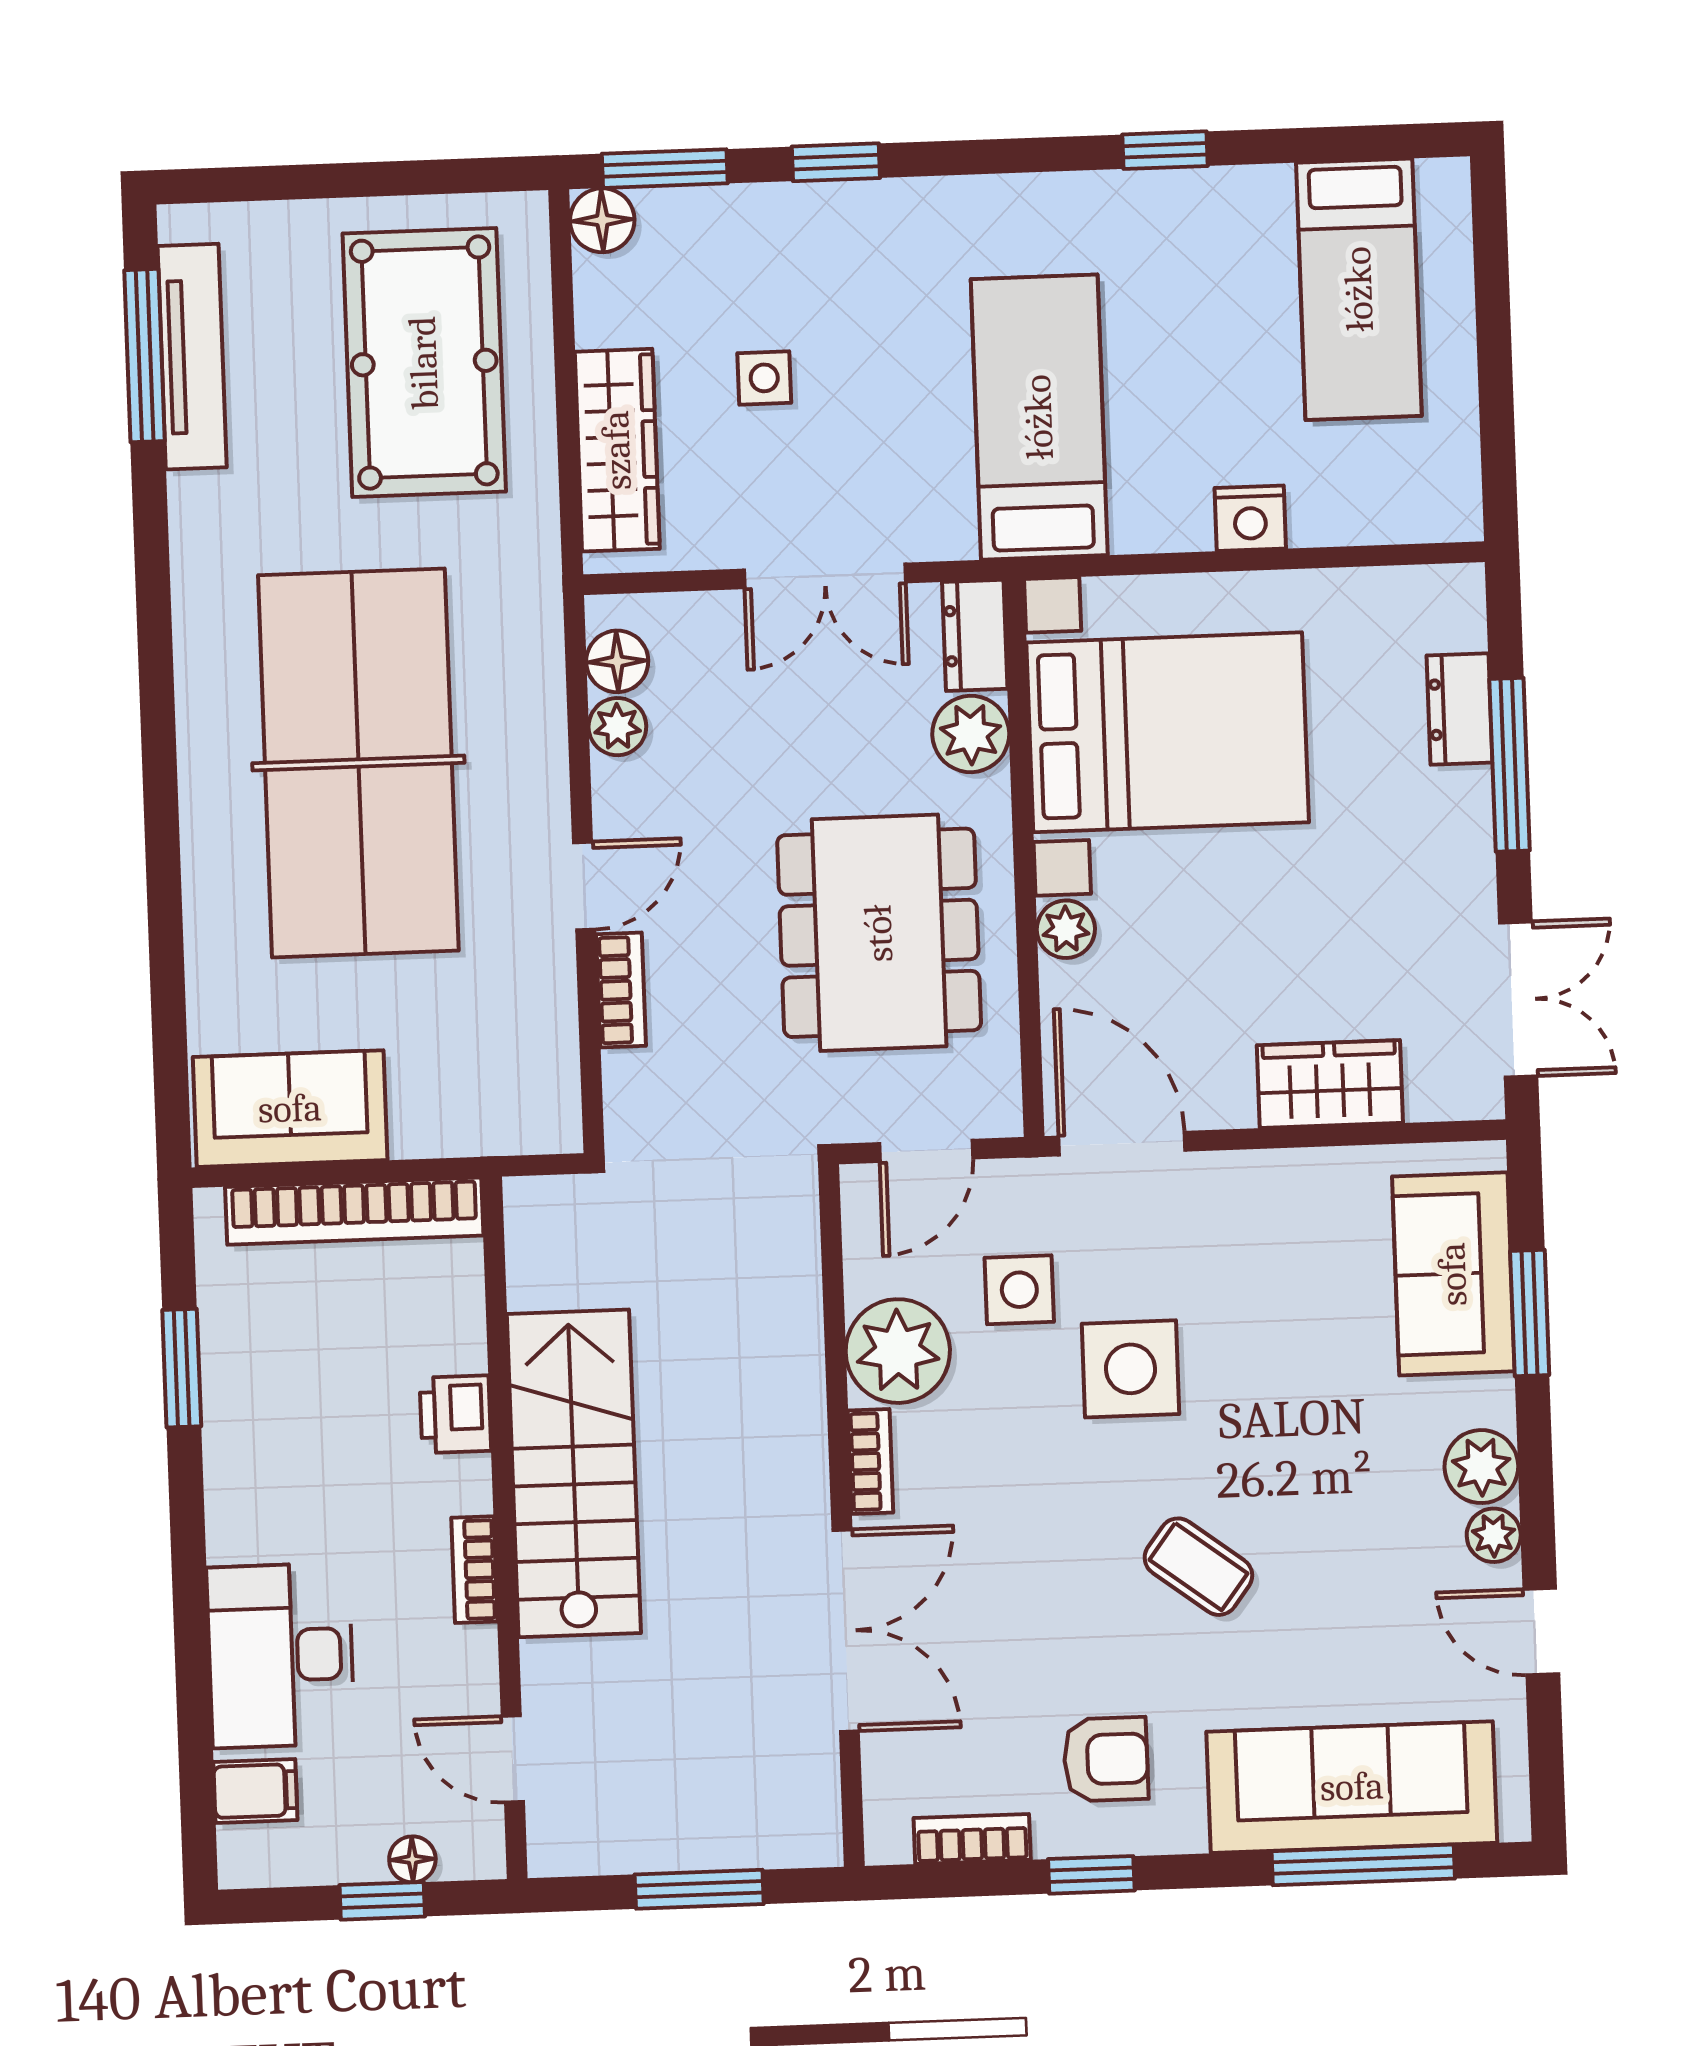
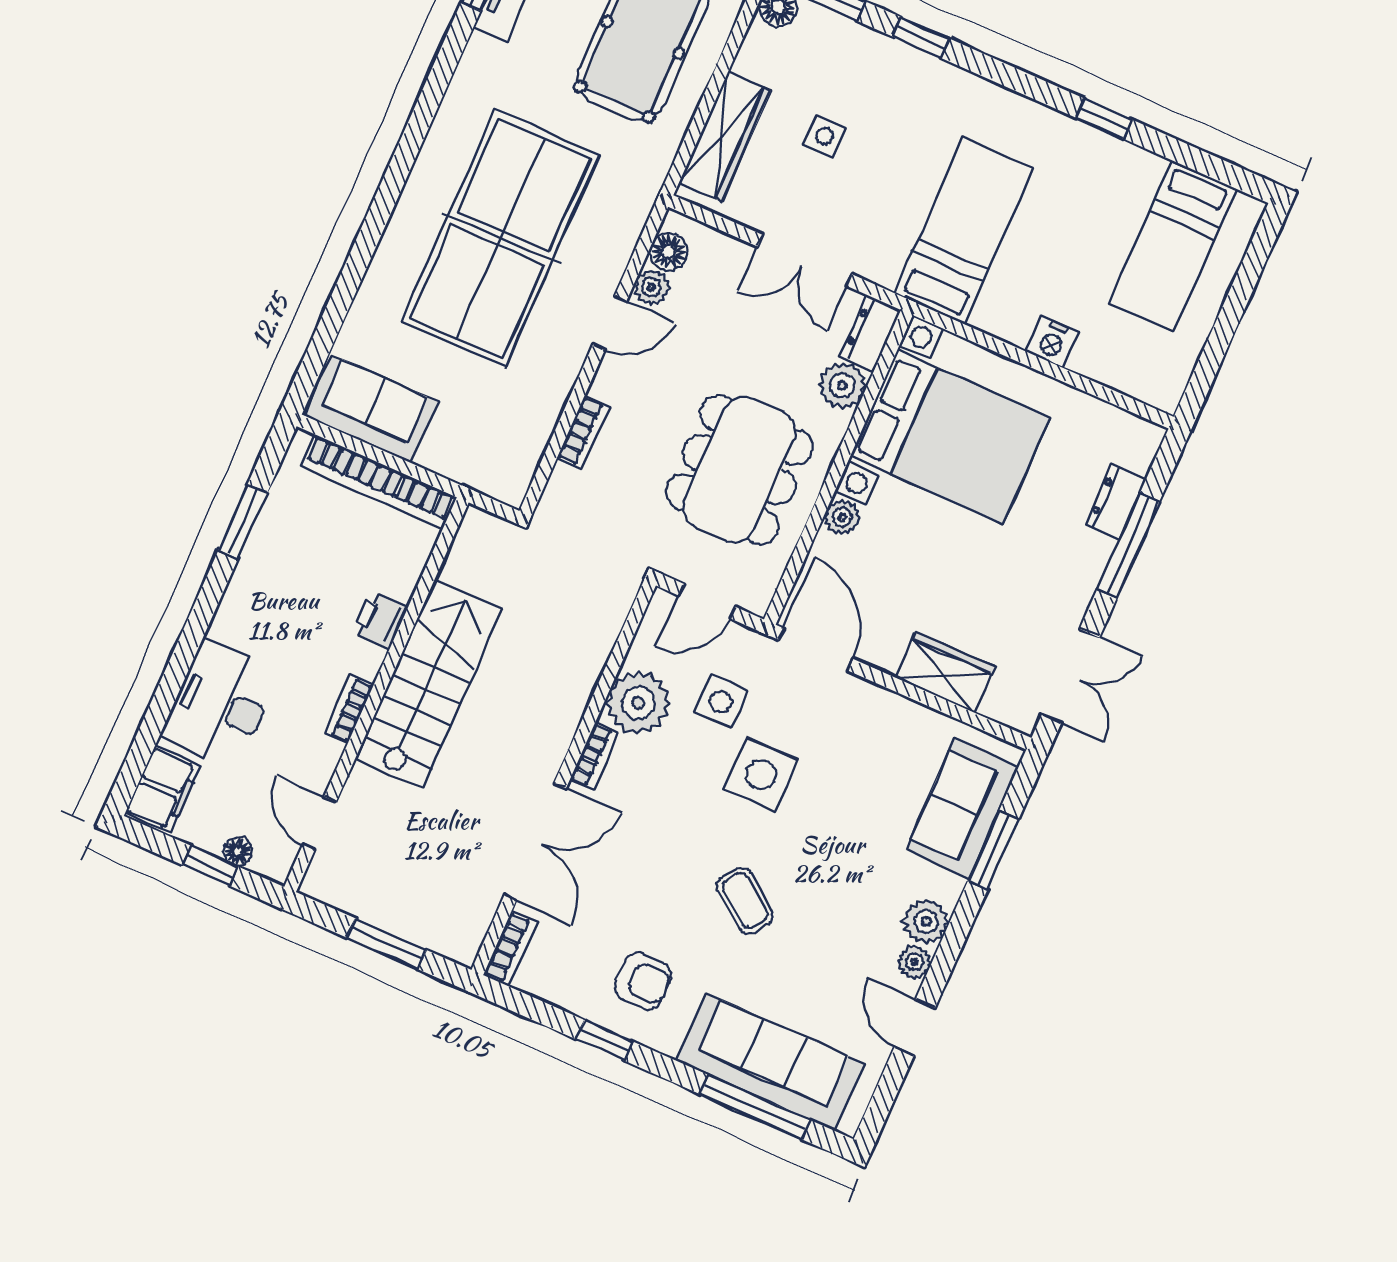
door: (584, 886) -> (610, 323), moved
filing cabinet: (255, 1791) -> (163, 789), width x2.00
bookcase: (972, 1839) -> (510, 949), moved, turned 90

